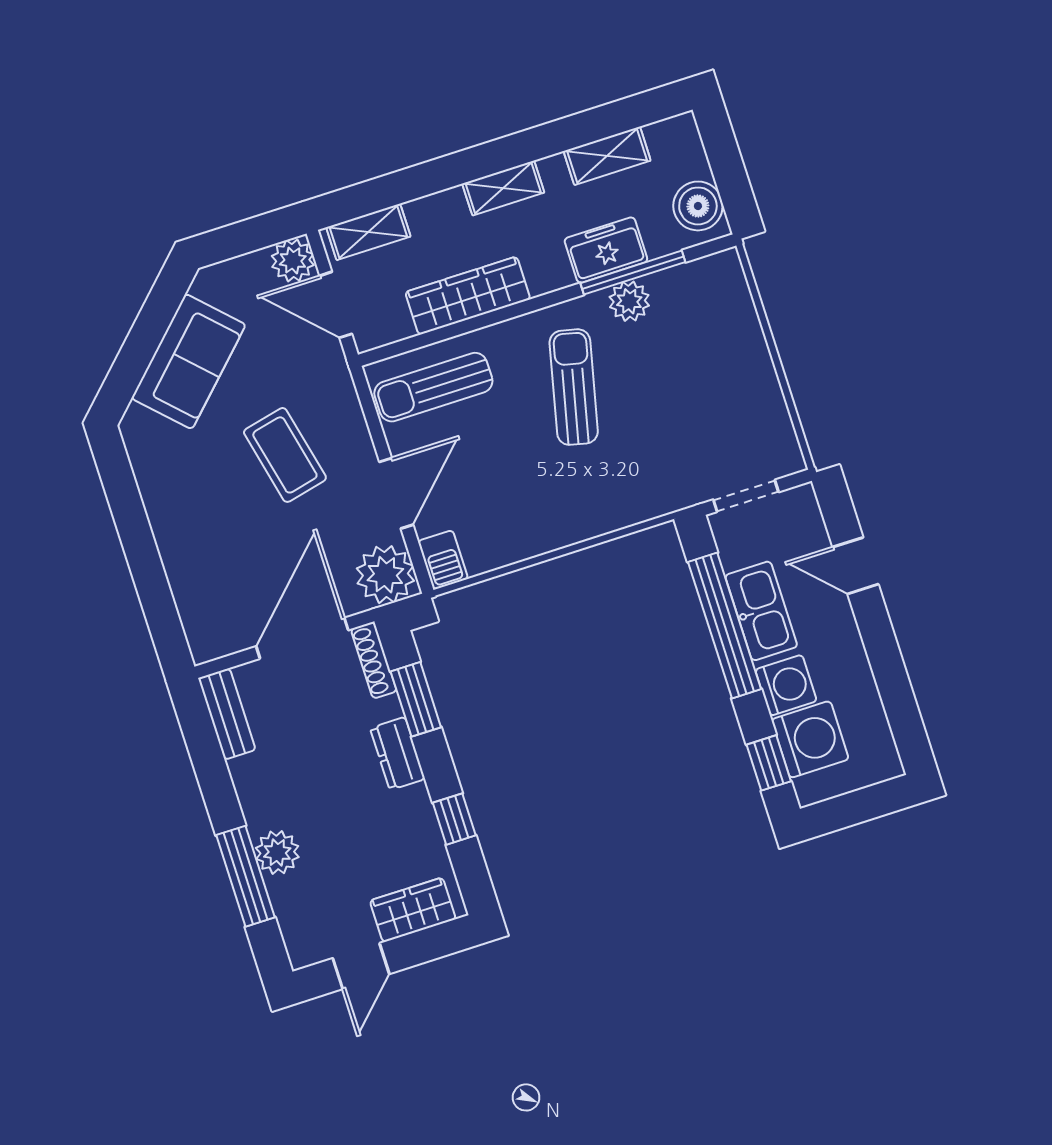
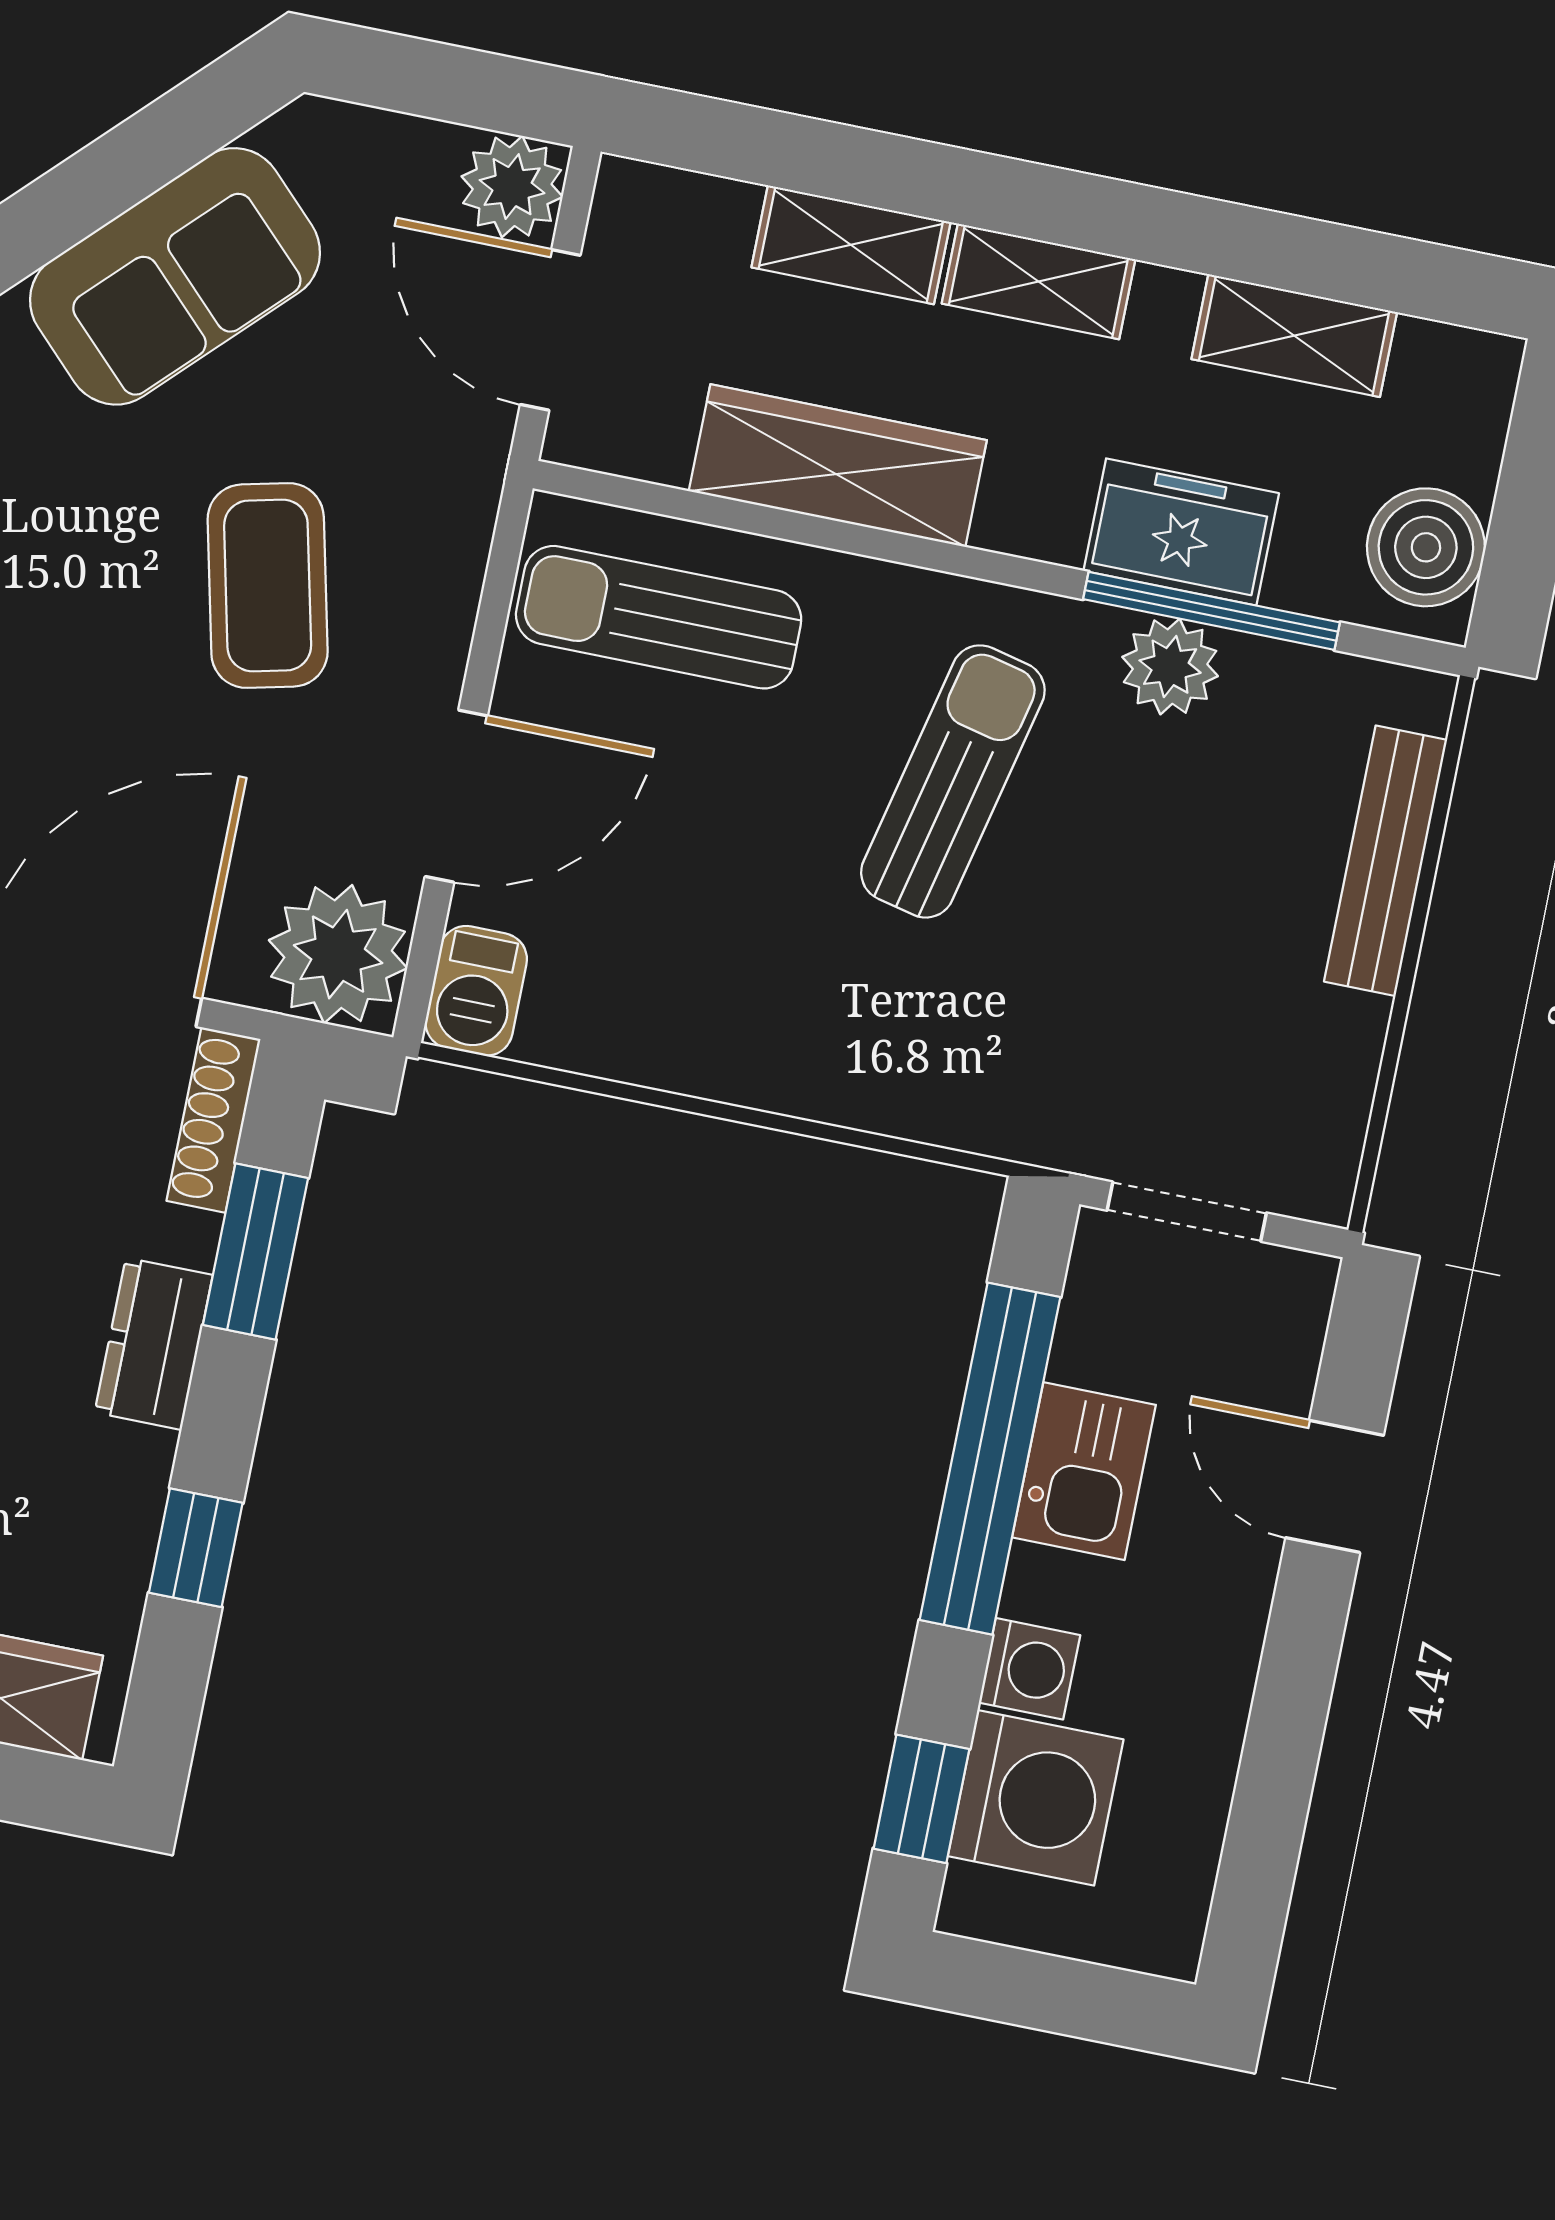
shelving: (368, 232) -> (851, 245), moved
bench: (747, 328) -> (1386, 861), added
kitchen sink: (761, 611) -> (1084, 1471), width x0.73
washing machine: (786, 685) -> (1029, 1669), width x0.73, depth x0.73

